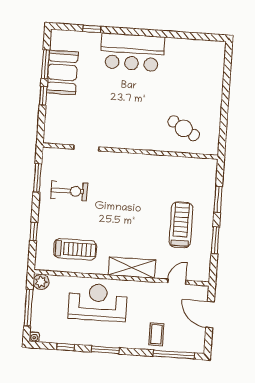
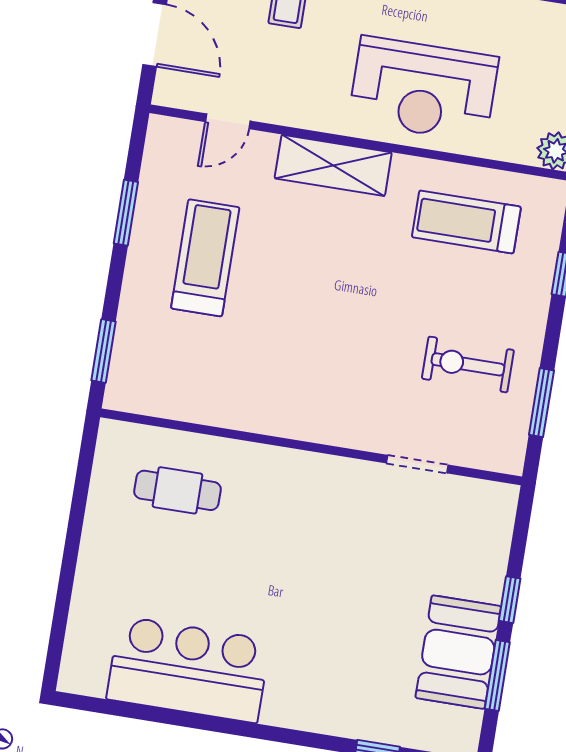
bar counter: (132, 52) -> (188, 669), moved
cafe table: (184, 128) -> (177, 490), turned -30
window: (218, 199) -> (103, 351), moved
treadmill: (181, 225) -> (205, 258), turned 180

